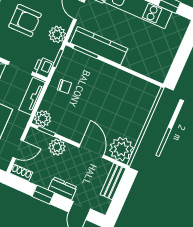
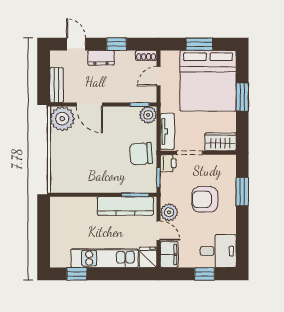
plant: (57, 34) -> (169, 212), moved
chair: (64, 86) -> (141, 154), width x1.87, depth x1.87
plant: (57, 147) -> (123, 94), removed

